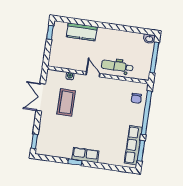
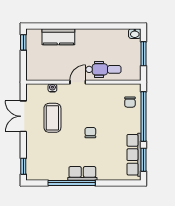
window: (154, 58) -> (144, 54), width x0.69
dental chair: (117, 66) -> (103, 69), turned 180
door: (93, 74) -> (78, 82), hinge flipped
chair: (98, 120) -> (90, 133), added
window: (75, 162) -> (72, 183), width x3.17

